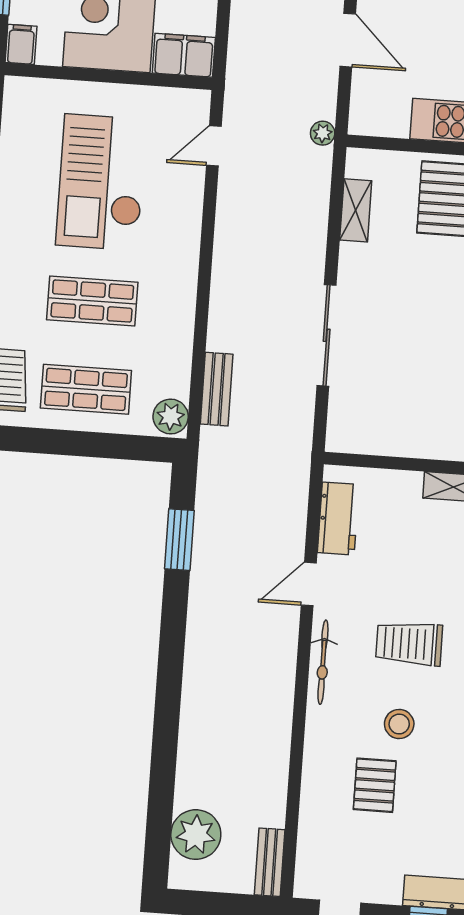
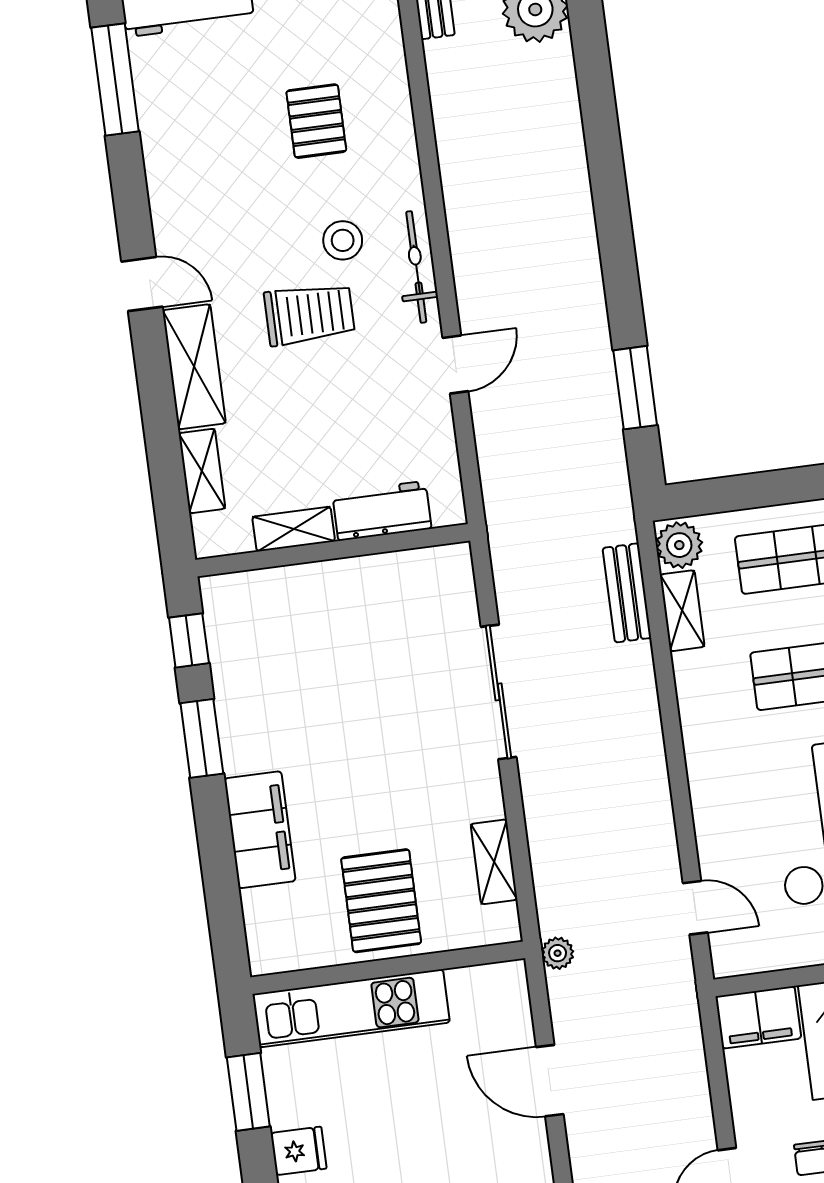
door: (214, 146) -> (695, 908), hinge flipped
shelving: (178, 368) -> (682, 611), added
workbench: (338, 519) -> (382, 511), moved, turned 90
stool: (399, 724) -> (343, 240), moved

